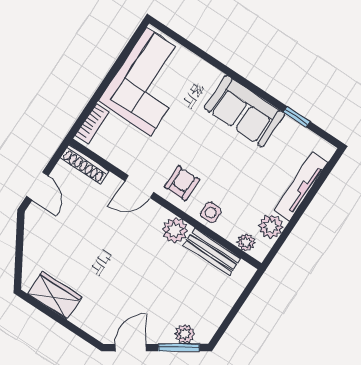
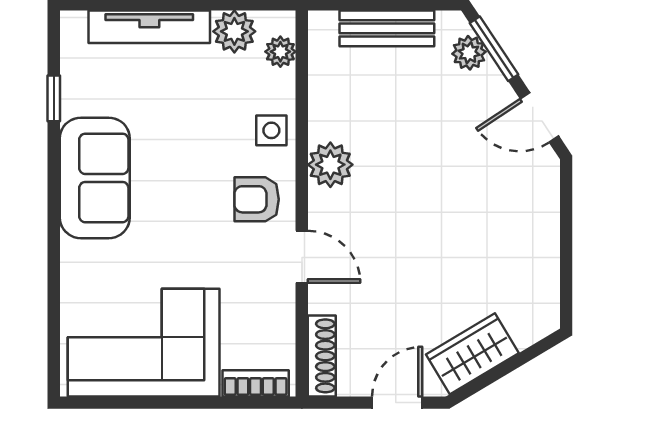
bench: (212, 252) -> (387, 28), moved, turned 90
wardrobe: (55, 295) -> (472, 354), moved, turned 59

